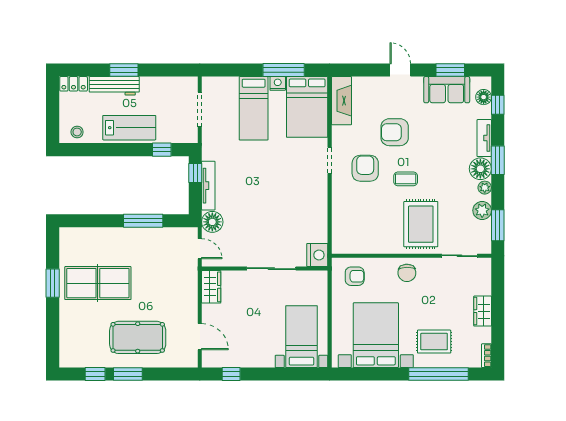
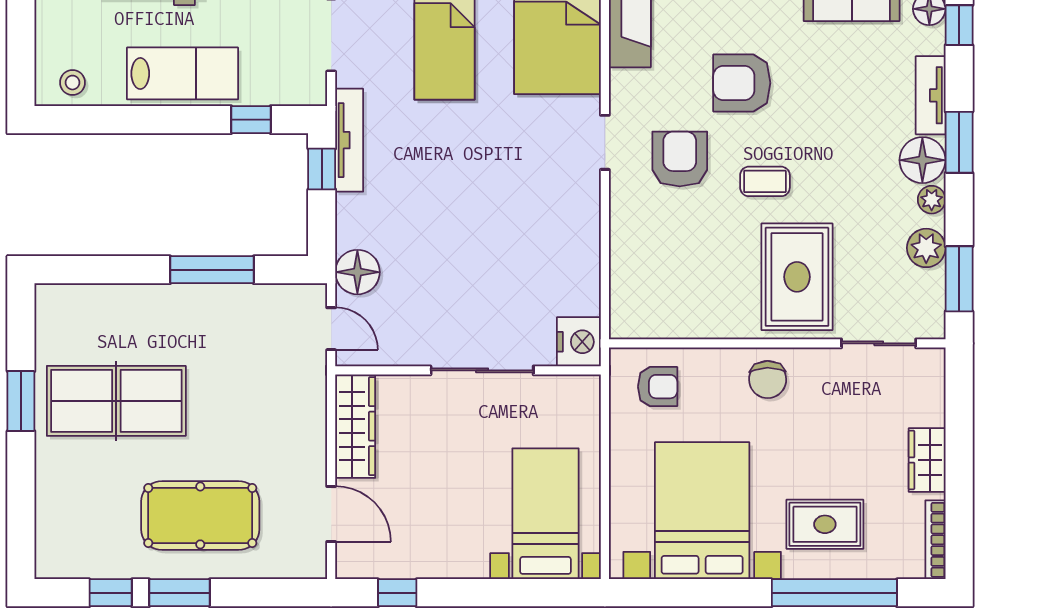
tv unit: (208, 186) -> (349, 140), moved
wardrobe: (211, 287) -> (355, 426), width x1.50
bookcase: (487, 356) -> (935, 540), width x1.56

